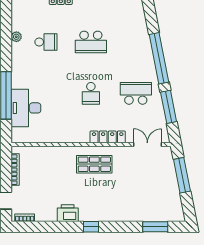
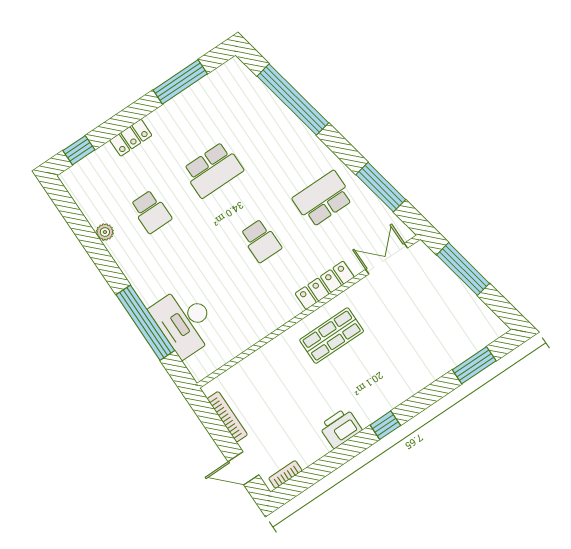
school desk: (46, 42) -> (151, 212), turned 90
window: (159, 58) -> (293, 100), moved

